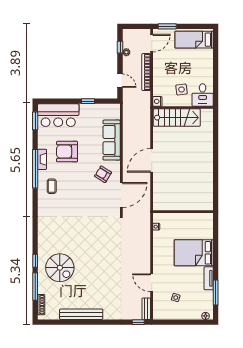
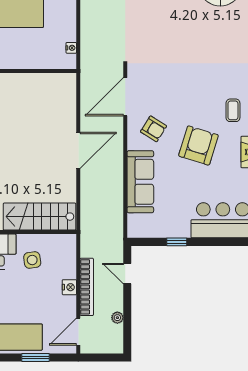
window: (167, 26) -> (36, 358), moved
window: (120, 47) -> (127, 325), removed
nightstand: (157, 101) -> (69, 287), moved
armchair: (67, 152) -> (198, 145), moved, turned -73

